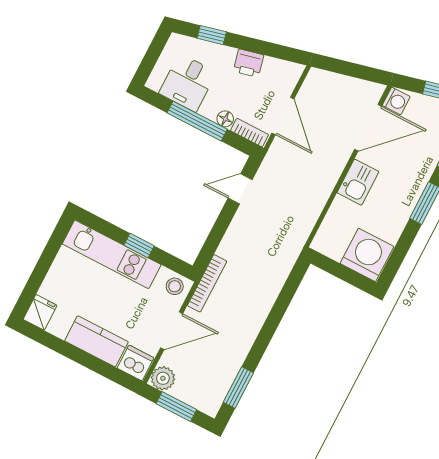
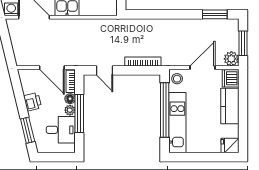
window: (212, 35) -> (28, 130), width x1.50
plant: (209, 110) -> (70, 110), added
door: (283, 116) -> (52, 68), swing flipped
window: (139, 245) -> (165, 110), width x3.17
bookcase: (207, 283) -> (143, 62), moved
door: (172, 331) -> (202, 68), hinge flipped

